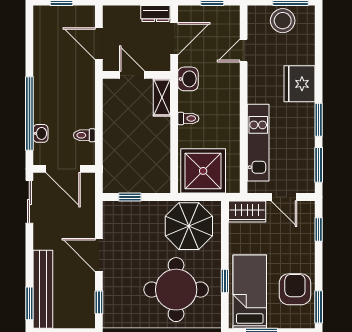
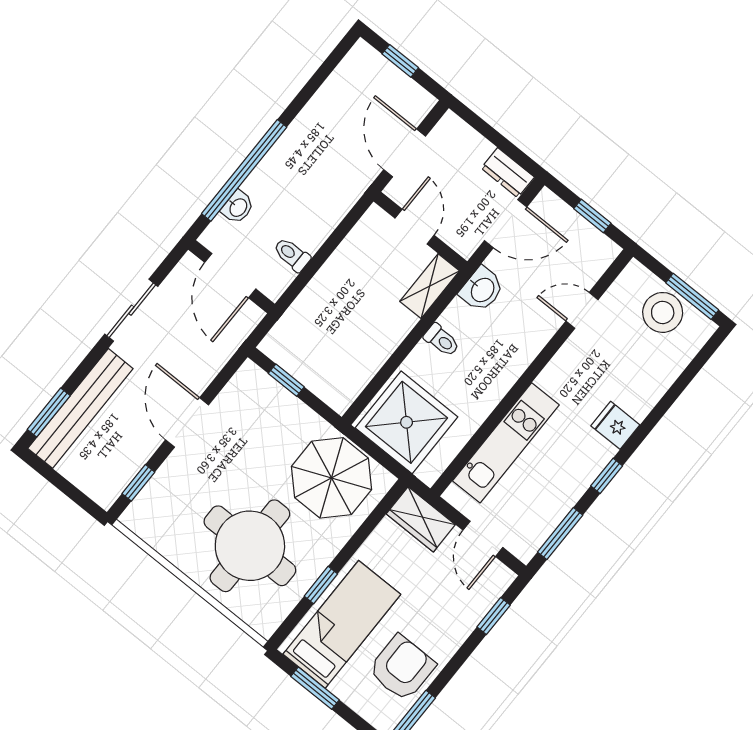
fridge: (300, 84) -> (615, 425), width x0.53, depth x0.75
window: (319, 120) -> (607, 476), width x0.67
sliding door: (29, 202) -> (131, 310), moved

